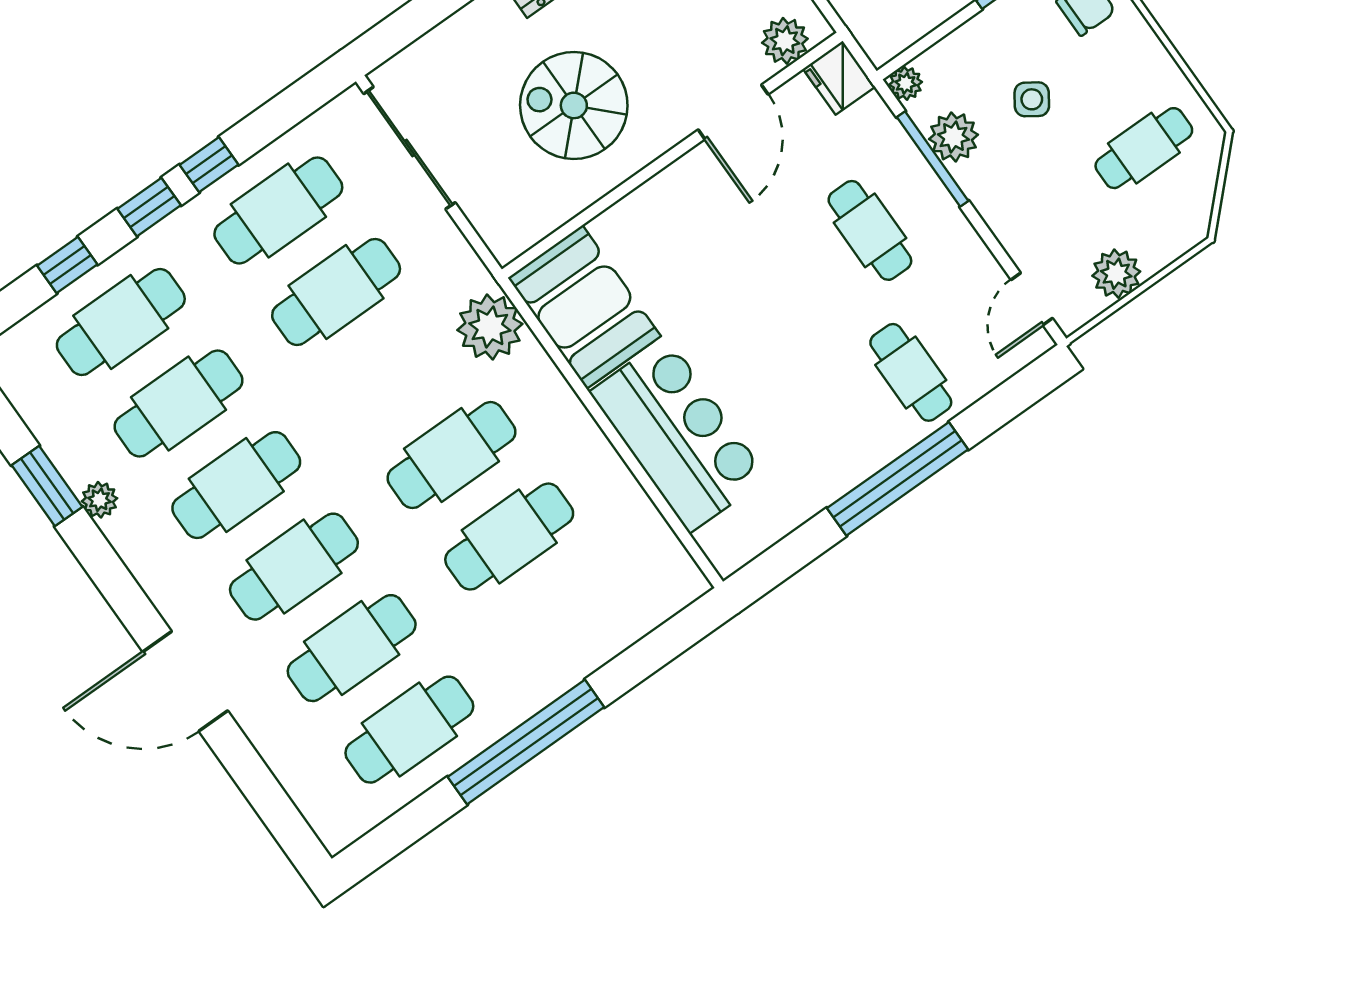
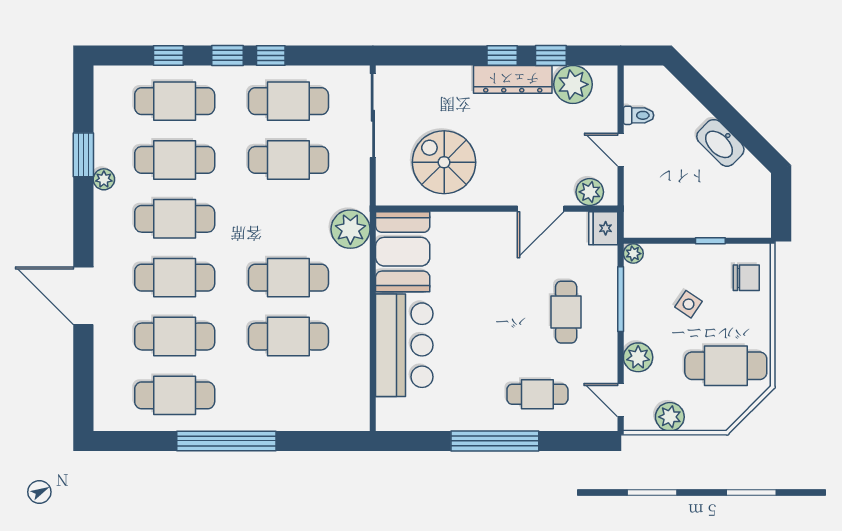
spiral stairs: (574, 105) -> (444, 162), moved
plant: (953, 137) -> (638, 357), moved
cafe table: (1144, 148) -> (726, 366), width x1.37, depth x1.35
door: (1032, 299) -> (621, 400), hinge flipped
cafe table: (911, 372) -> (537, 394), turned 90

